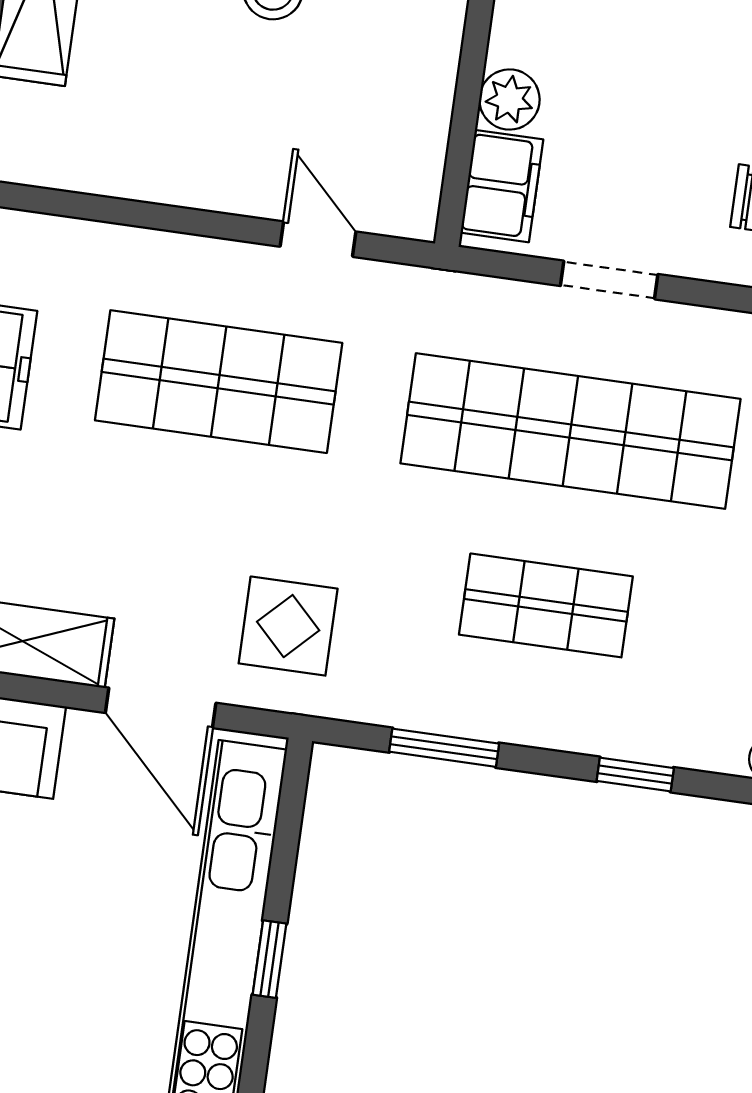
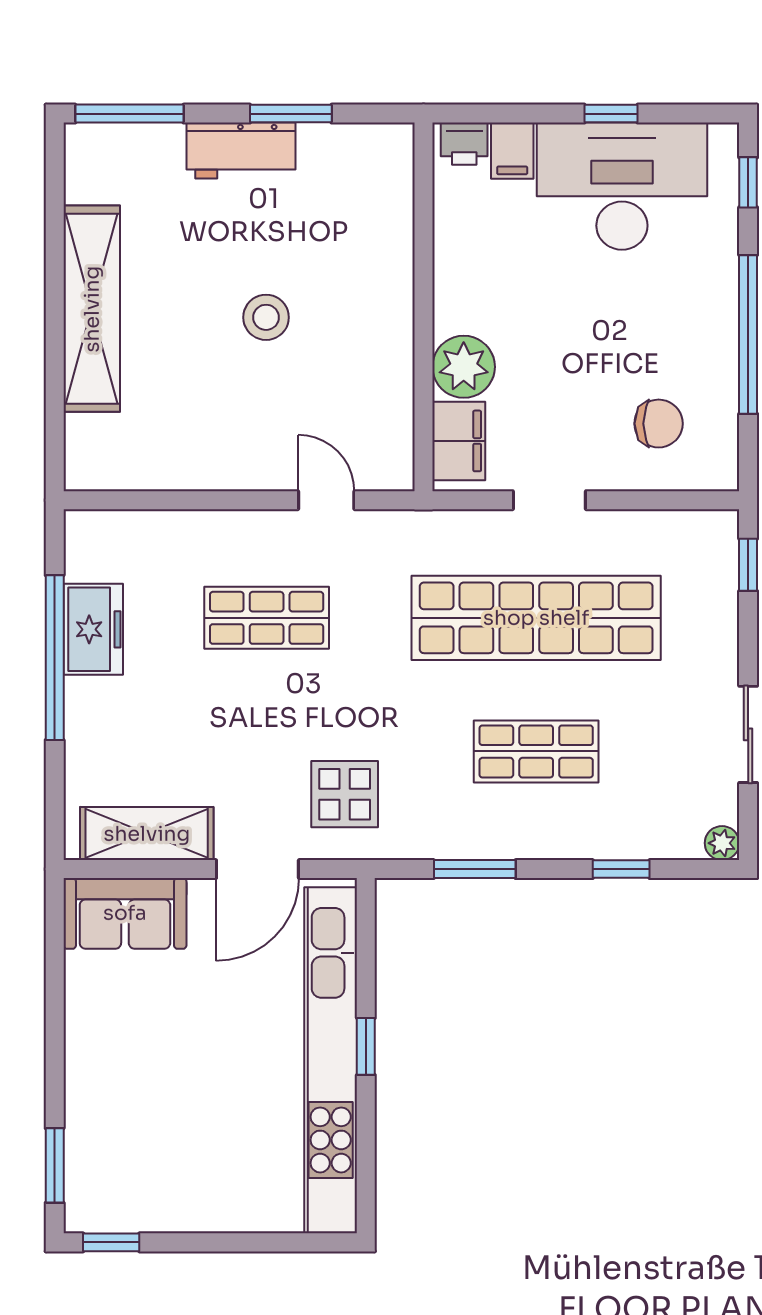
plant: (509, 100) -> (464, 367), width x1.36, depth x1.36
shop shelf: (219, 382) -> (267, 618), width x0.70, depth x0.74
door: (161, 708) -> (257, 869), hinge flipped

